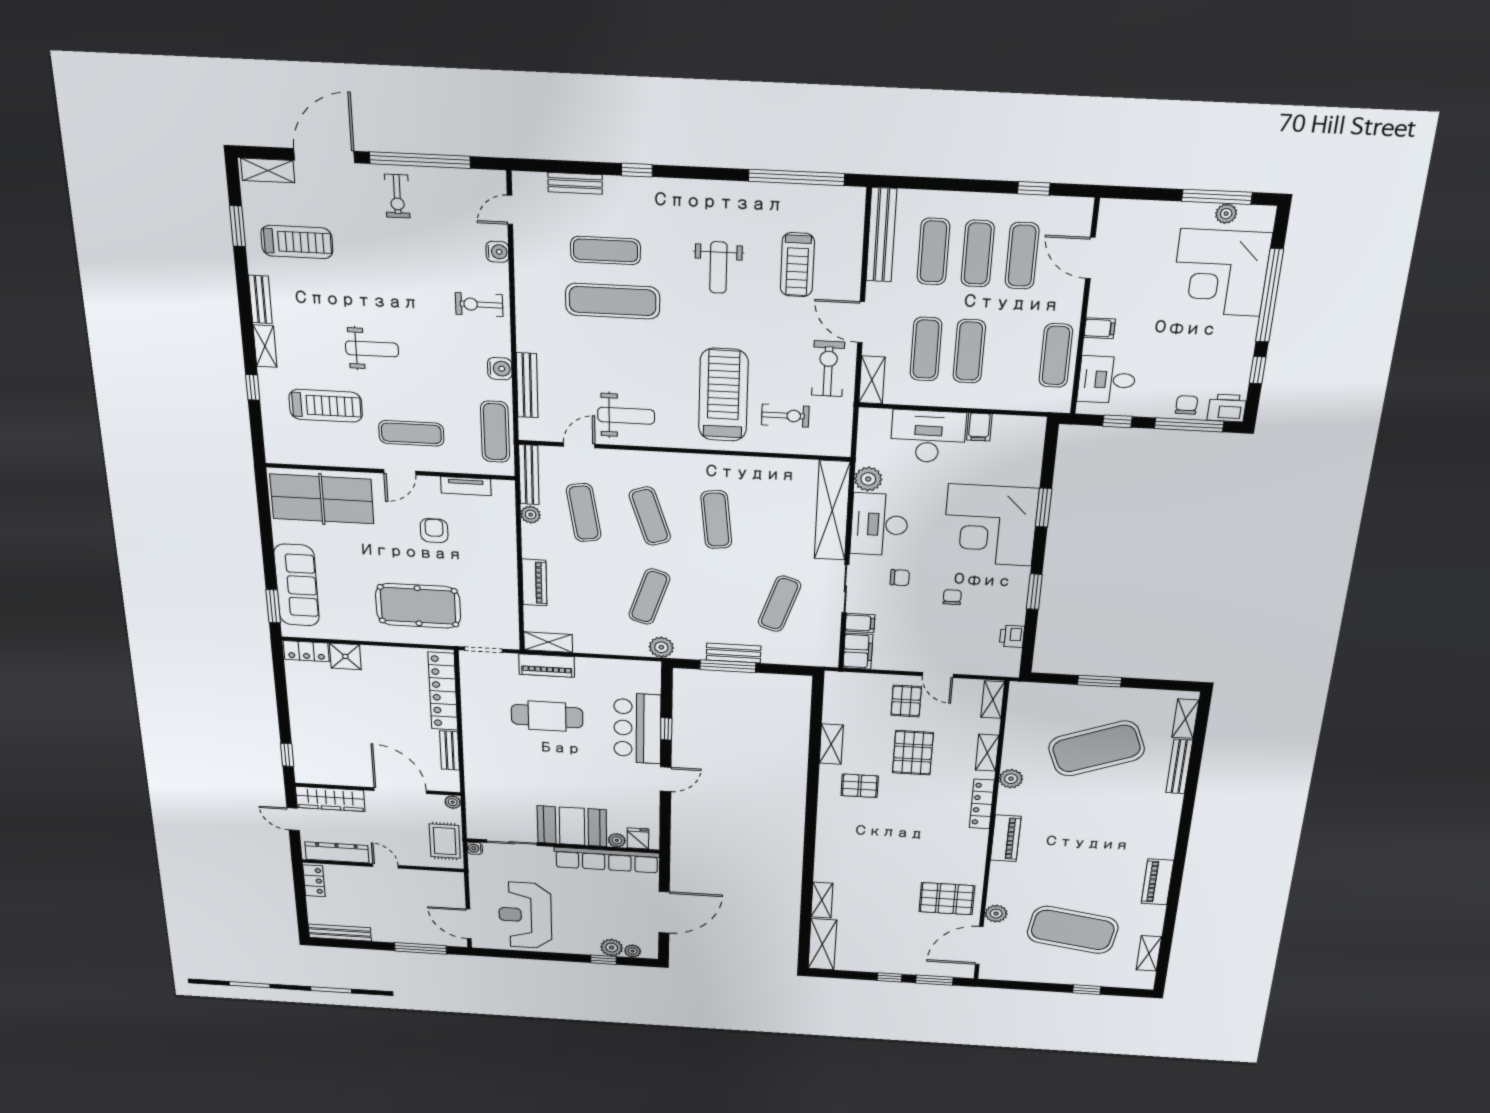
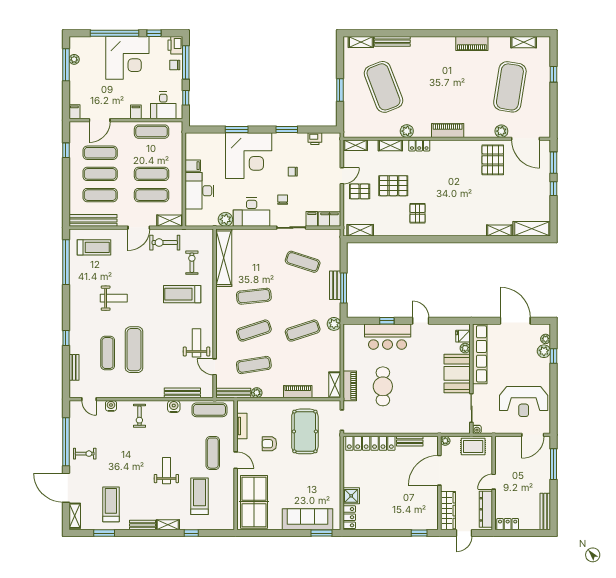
filing cabinet: (1114, 209) -> (74, 112), added
treadmill: (797, 265) -> (94, 247), moved
corner desk: (1221, 273) -> (127, 58), moved
treadmill: (723, 395) -> (182, 294), width x0.73, depth x0.73
shelving: (832, 510) -> (224, 258), moved, turned 90
exercise mat: (649, 597) -> (303, 331), turned -36
pool table: (418, 606) -> (305, 431), moved
shelving: (831, 744) -> (360, 230), moved
locker: (982, 804) -> (419, 146), width x0.66

